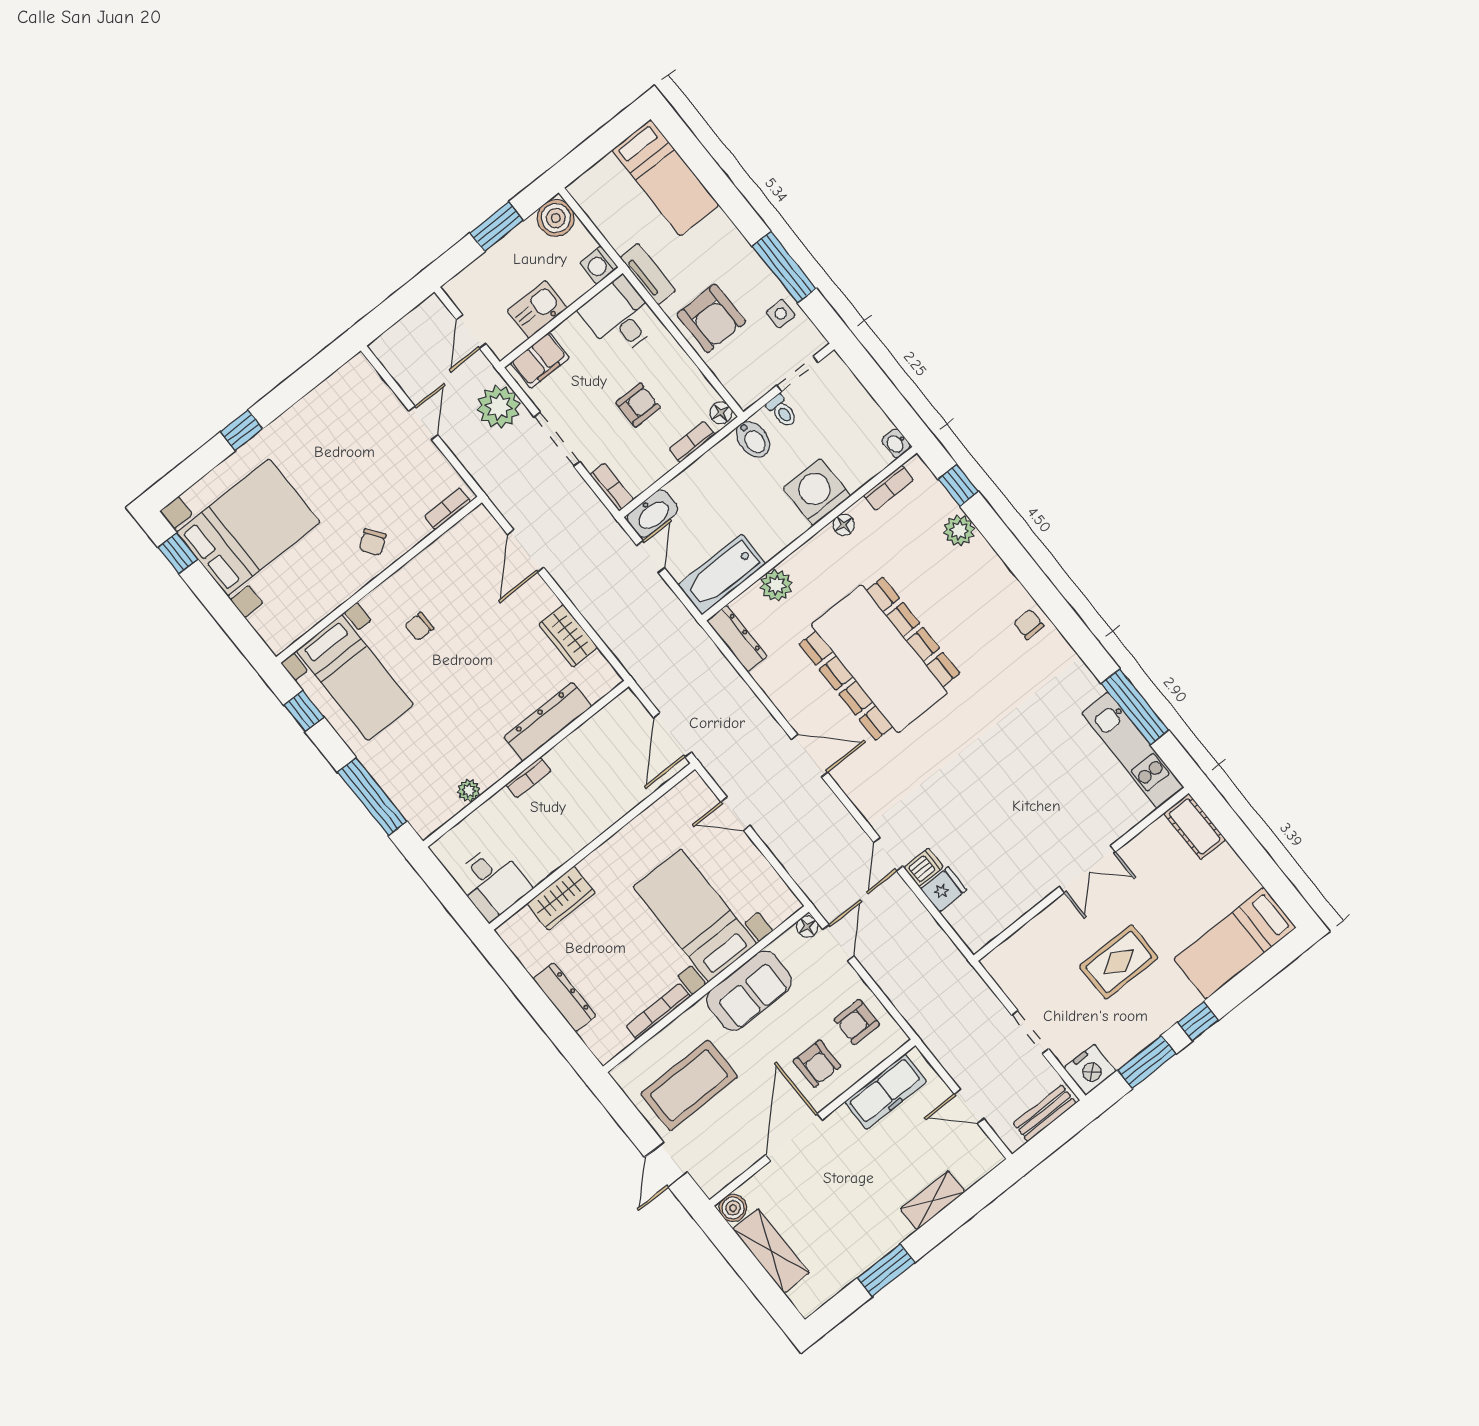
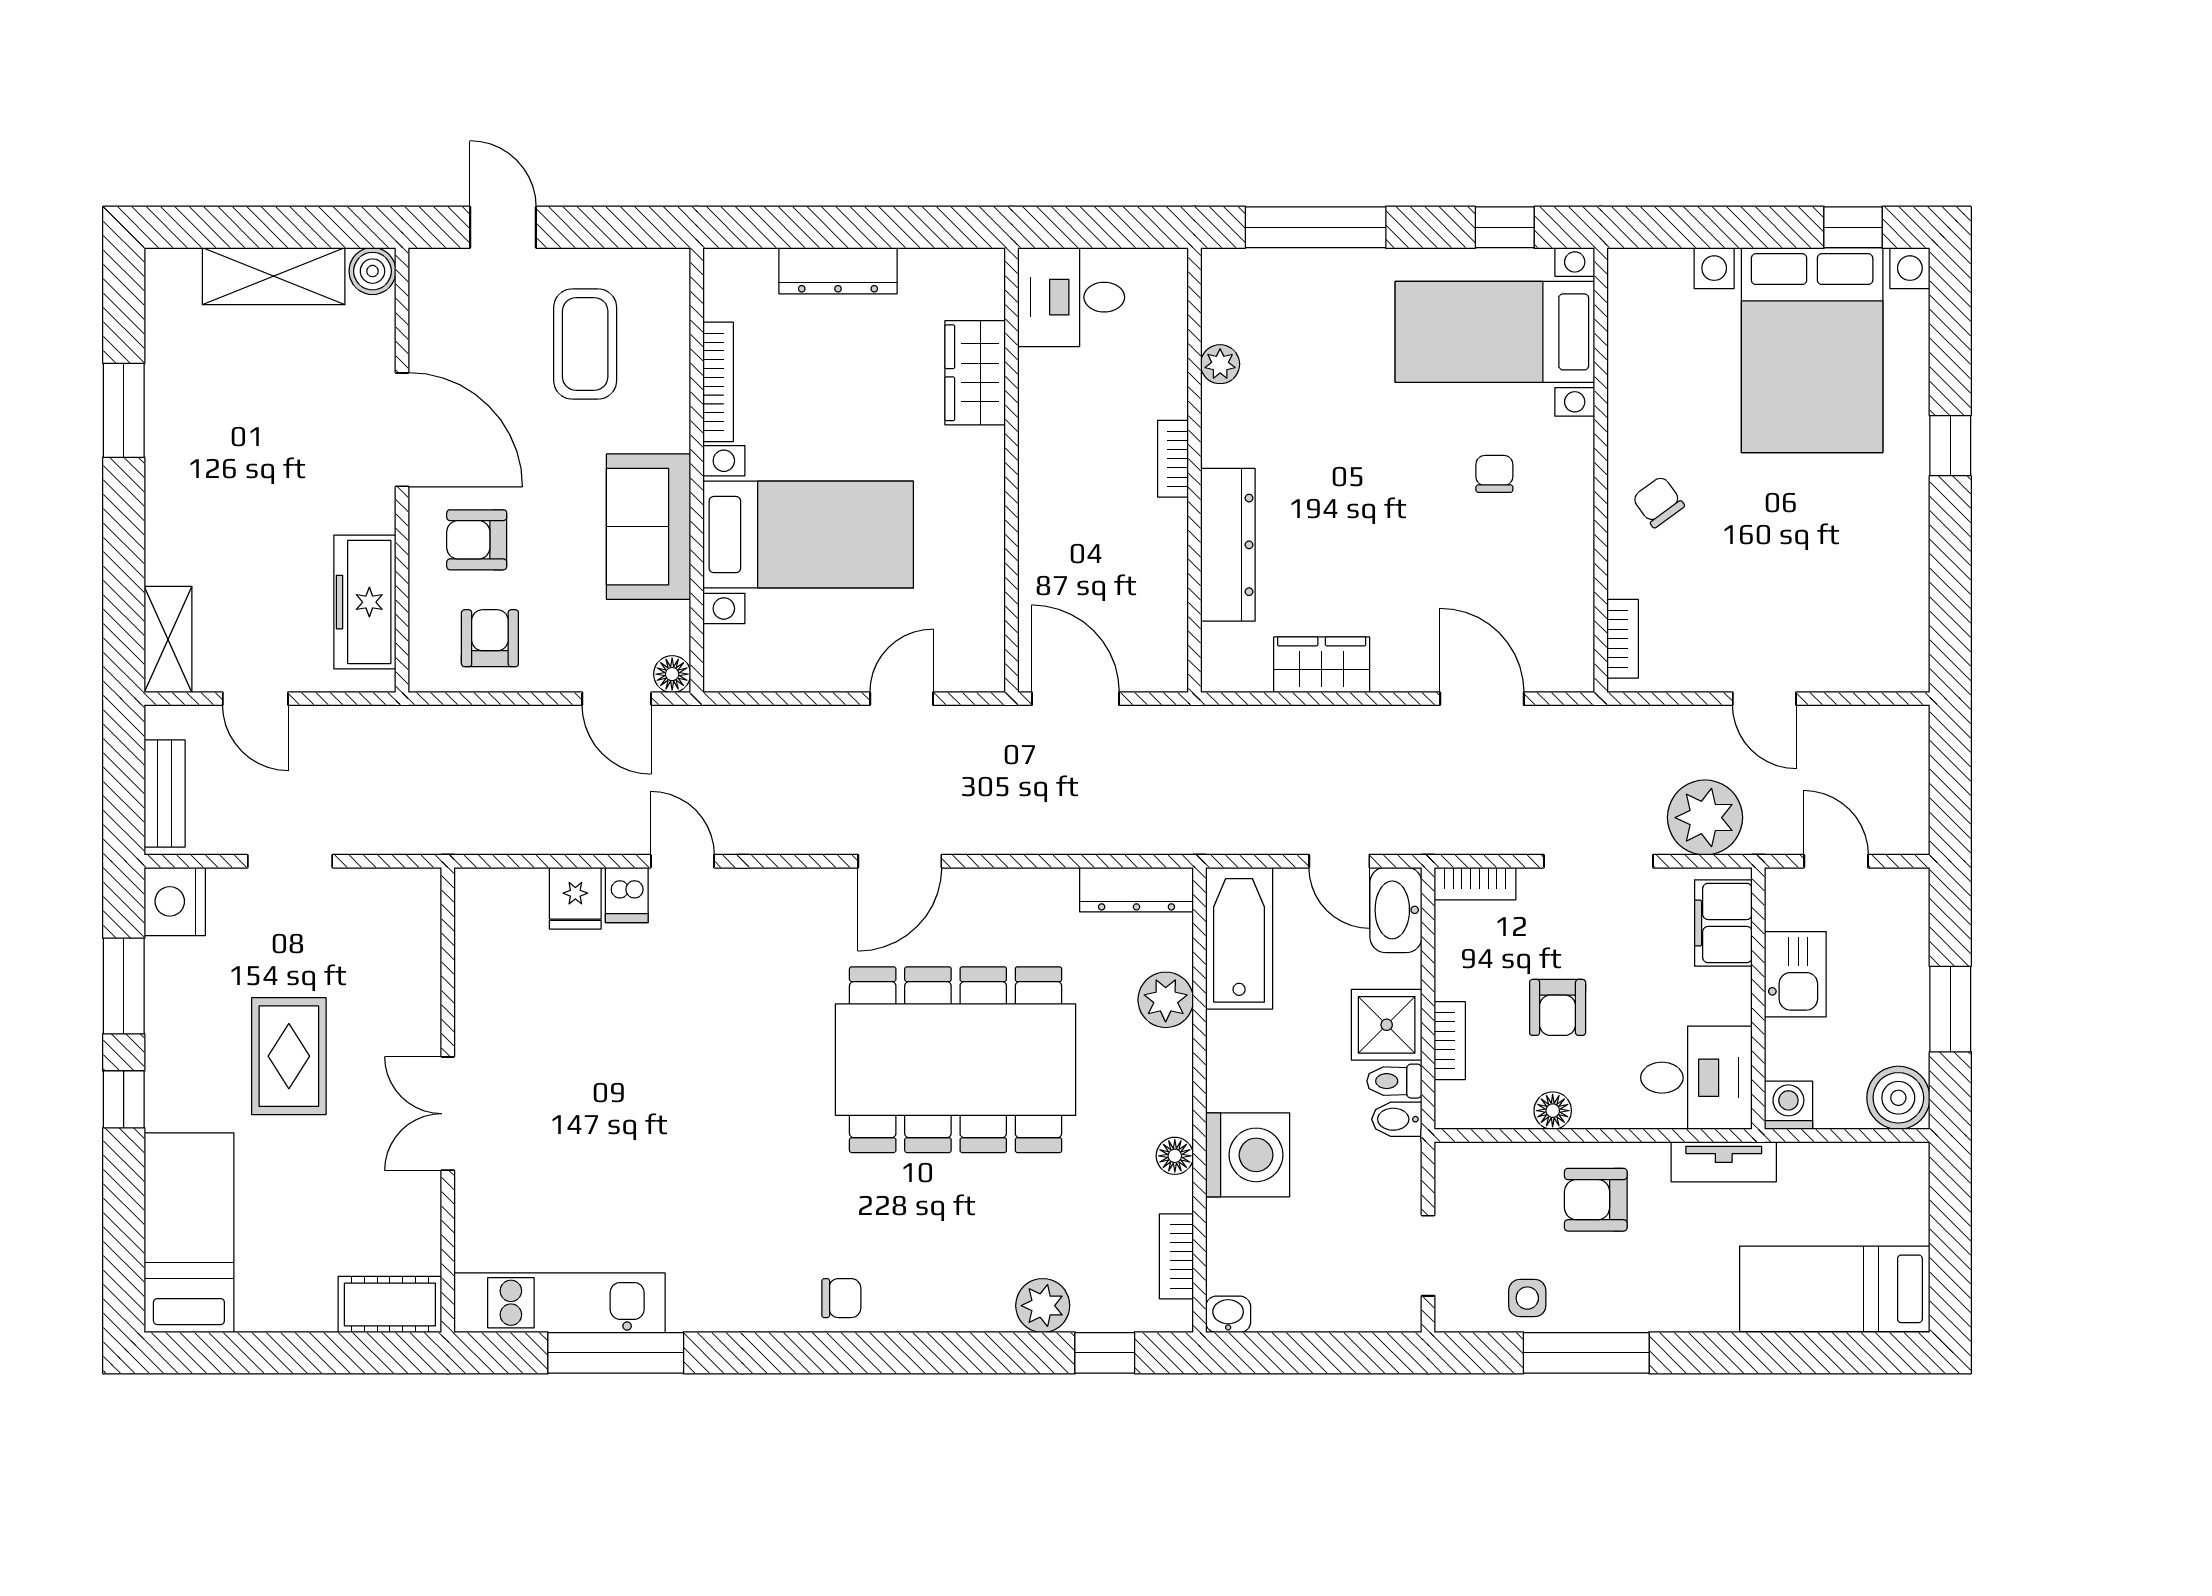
armchair: (711, 318) -> (1596, 1200), width x0.72, depth x0.72
toilet: (782, 411) -> (1394, 1081), moved
floor lamp: (721, 413) -> (1553, 1111), moved
bidet: (753, 439) -> (1397, 1119), width x0.72, depth x0.74
shower: (708, 476) -> (1387, 1025), added
coffee table: (689, 1085) -> (585, 344), width x0.73, depth x0.76
door: (969, 1106) -> (255, 699), swing flipped
shelving: (933, 1200) -> (168, 639), moved

